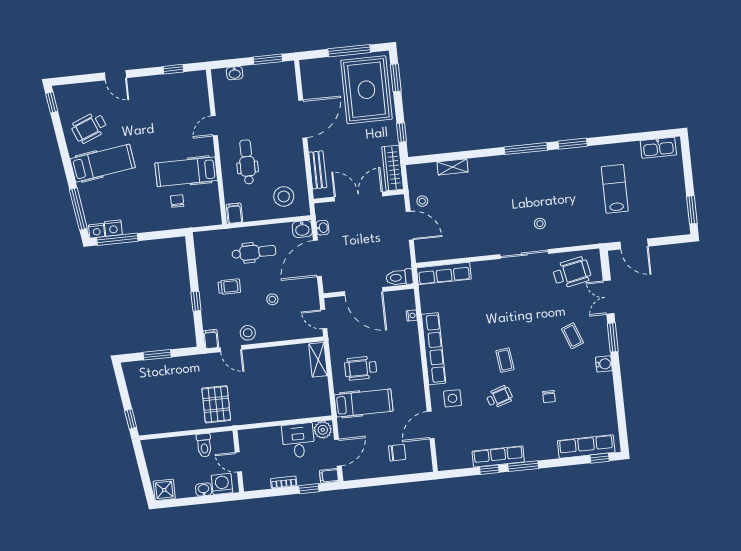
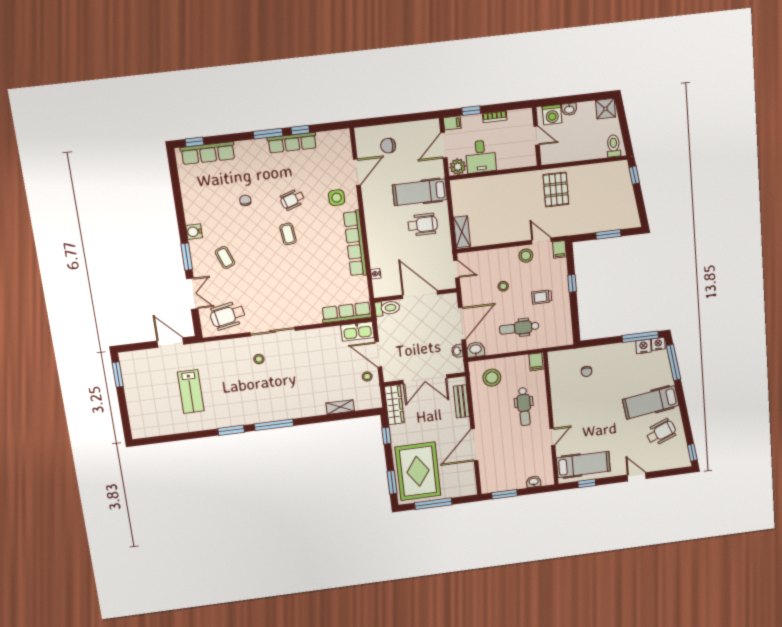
kitchen sink: (658, 148) -> (357, 331), moved, turned 180
hospital bed: (186, 172) -> (583, 465), moved
toilet: (204, 445) -> (614, 146), moved

